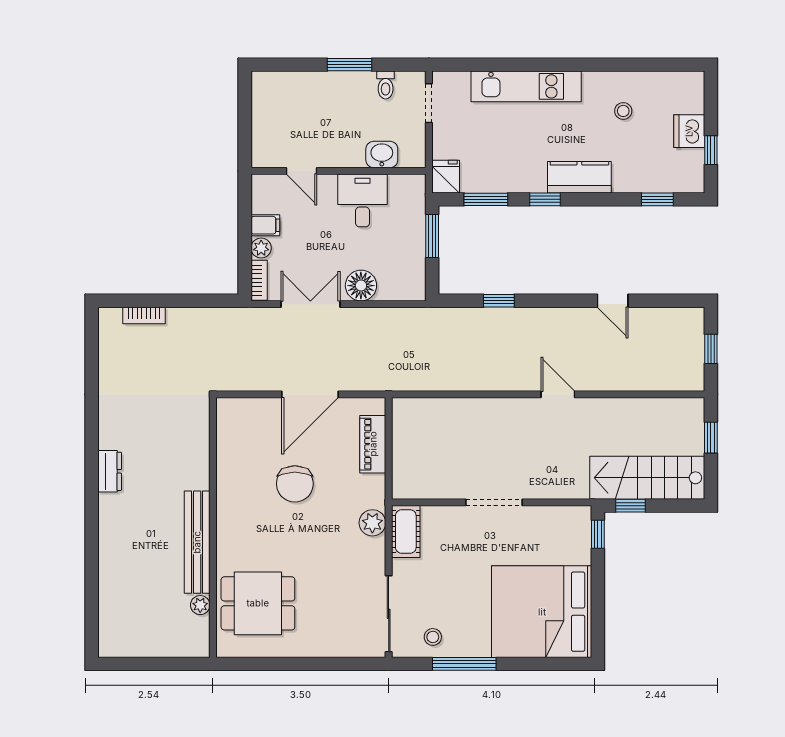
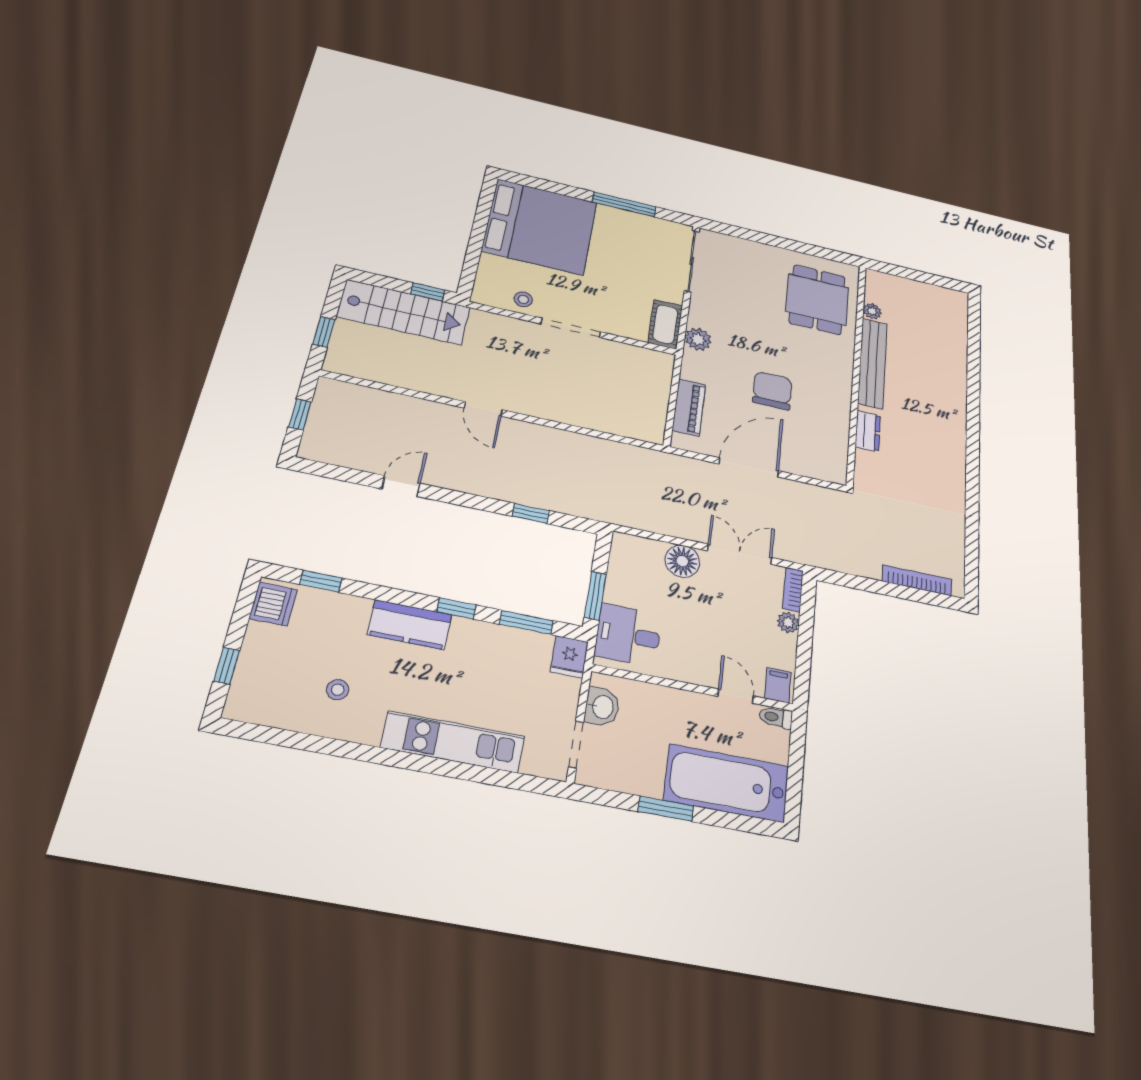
toilet: (386, 85) -> (776, 717), moved, turned -90
bathtub: (302, 95) -> (727, 783), added
dishwasher: (689, 131) -> (273, 604), moved
window: (711, 150) -> (227, 666), moved
washbasin: (382, 154) -> (602, 707), moved, turned -90
desk: (363, 200) -> (628, 635), moved, turned 90
filing cabinet: (265, 225) -> (778, 685), moved, turned 90
door: (613, 301) -> (401, 486), hinge flipped
double door: (310, 304) -> (740, 554), swing flipped
bookcase: (144, 315) -> (917, 580), width x1.56
dresser: (110, 471) -> (868, 431), moved, turned 180
window: (598, 534) -> (468, 276), removed
dining table: (258, 603) -> (817, 300), turned 90
stool: (433, 637) -> (523, 299), moved

